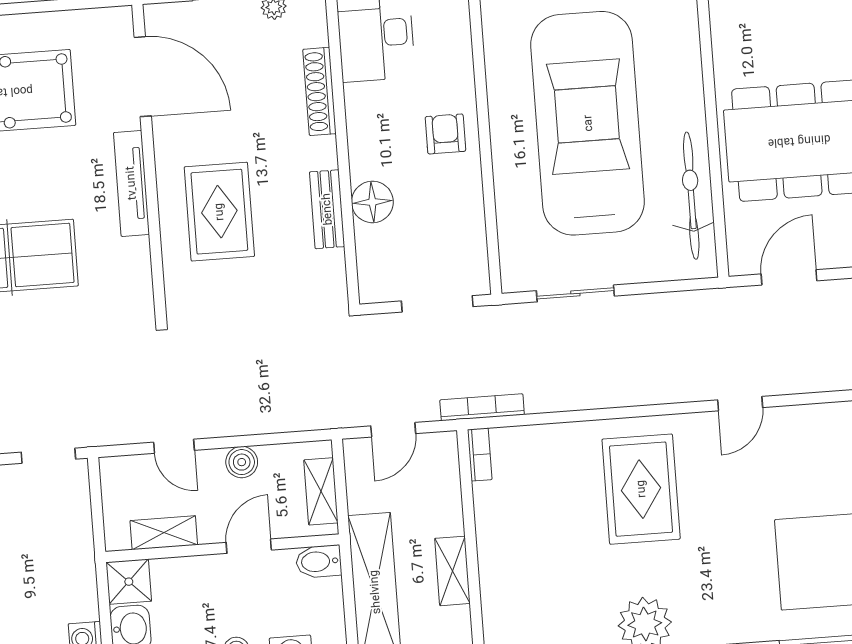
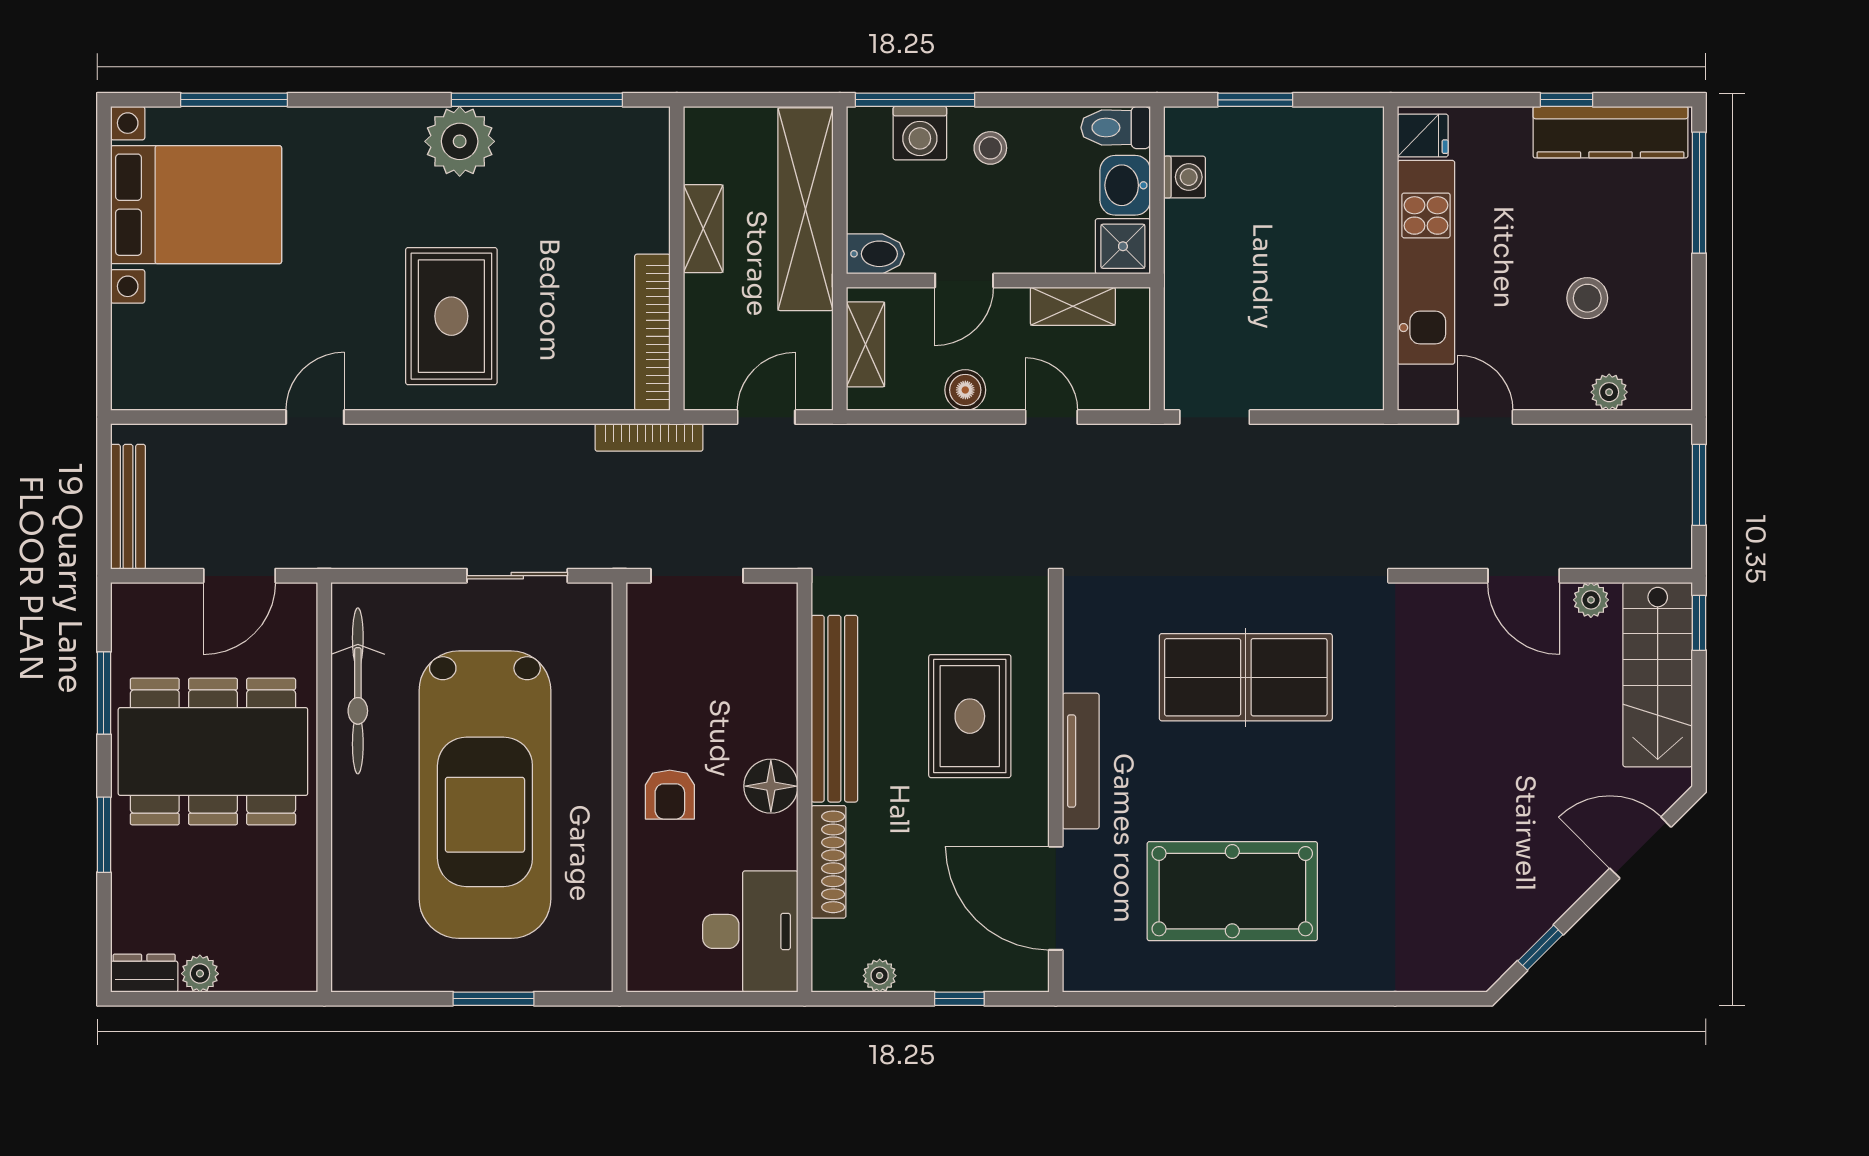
floor lamp: (372, 202) -> (771, 786), moved
bench: (327, 209) -> (834, 709), width x1.86, depth x1.21
bookcase: (480, 454) -> (652, 332), width x2.31, depth x1.31

